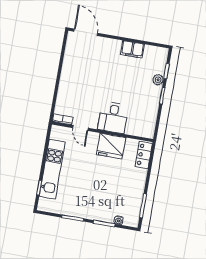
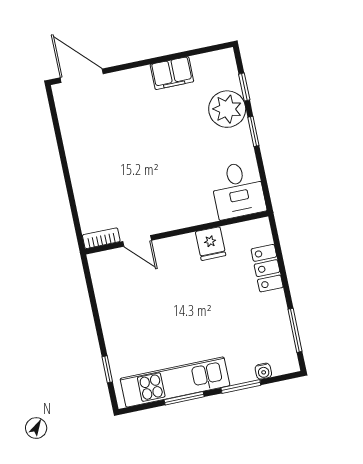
plant: (158, 80) -> (227, 109), width x1.88, depth x1.88
desk: (113, 117) -> (238, 190), moved
fridge: (111, 146) -> (211, 244), width x0.53, depth x0.75
locker: (144, 155) -> (267, 268), moved
kitchen unit: (52, 169) -> (175, 382), moved, turned -90

